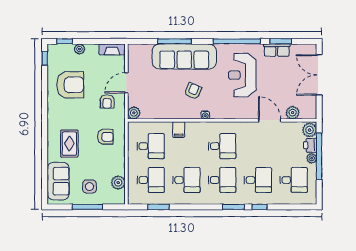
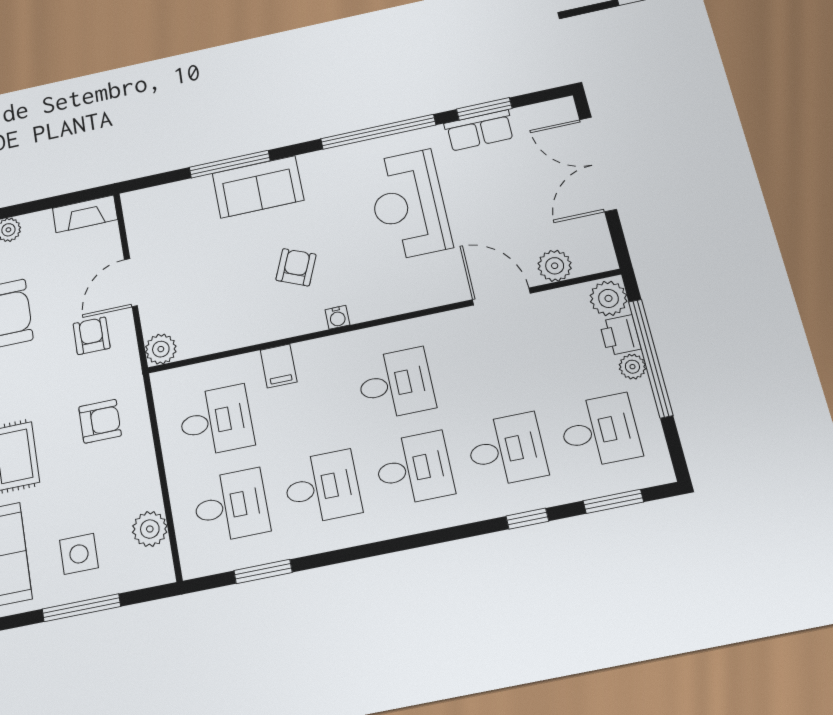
sofa: (184, 56) -> (258, 187), width x0.54, depth x0.79
armchair: (107, 101) -> (92, 336), turned 180
window: (233, 207) -> (613, 501), moved

